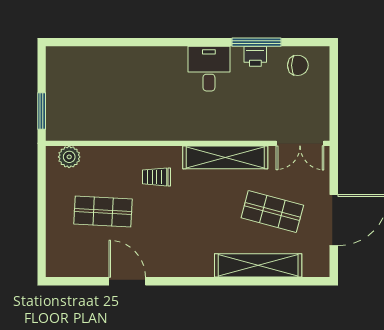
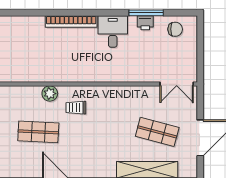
bookcase: (150, 54) -> (71, 22), added
plant: (69, 157) -> (50, 94), moved
shelving: (225, 157) -> (124, 94), removed

